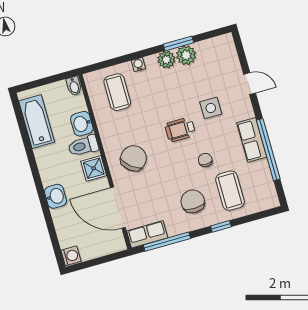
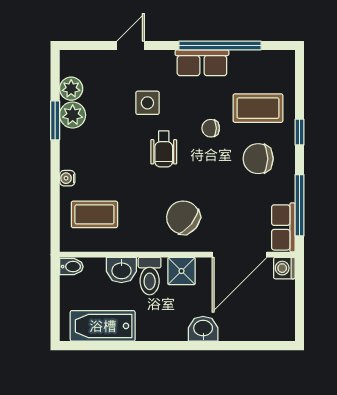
plant: (166, 60) -> (71, 89), moved
washing machine: (71, 256) -> (284, 268), moved, turned -90

